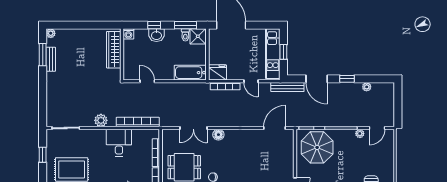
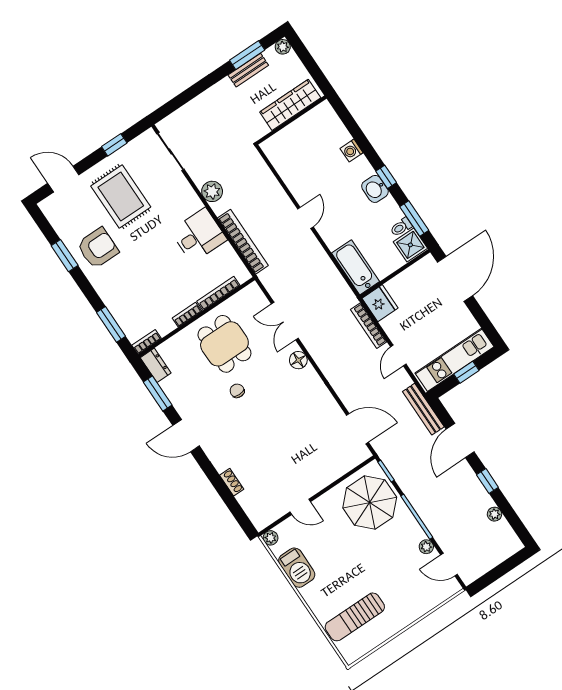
wardrobe: (114, 50) -> (290, 105), moved
wall: (122, 54) -> (291, 120), moved

